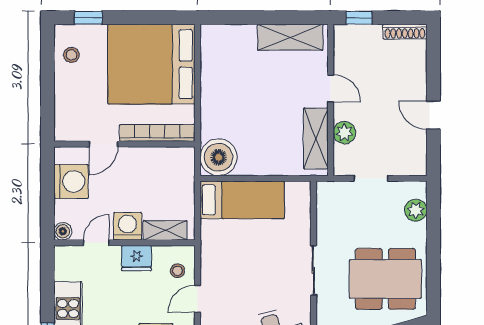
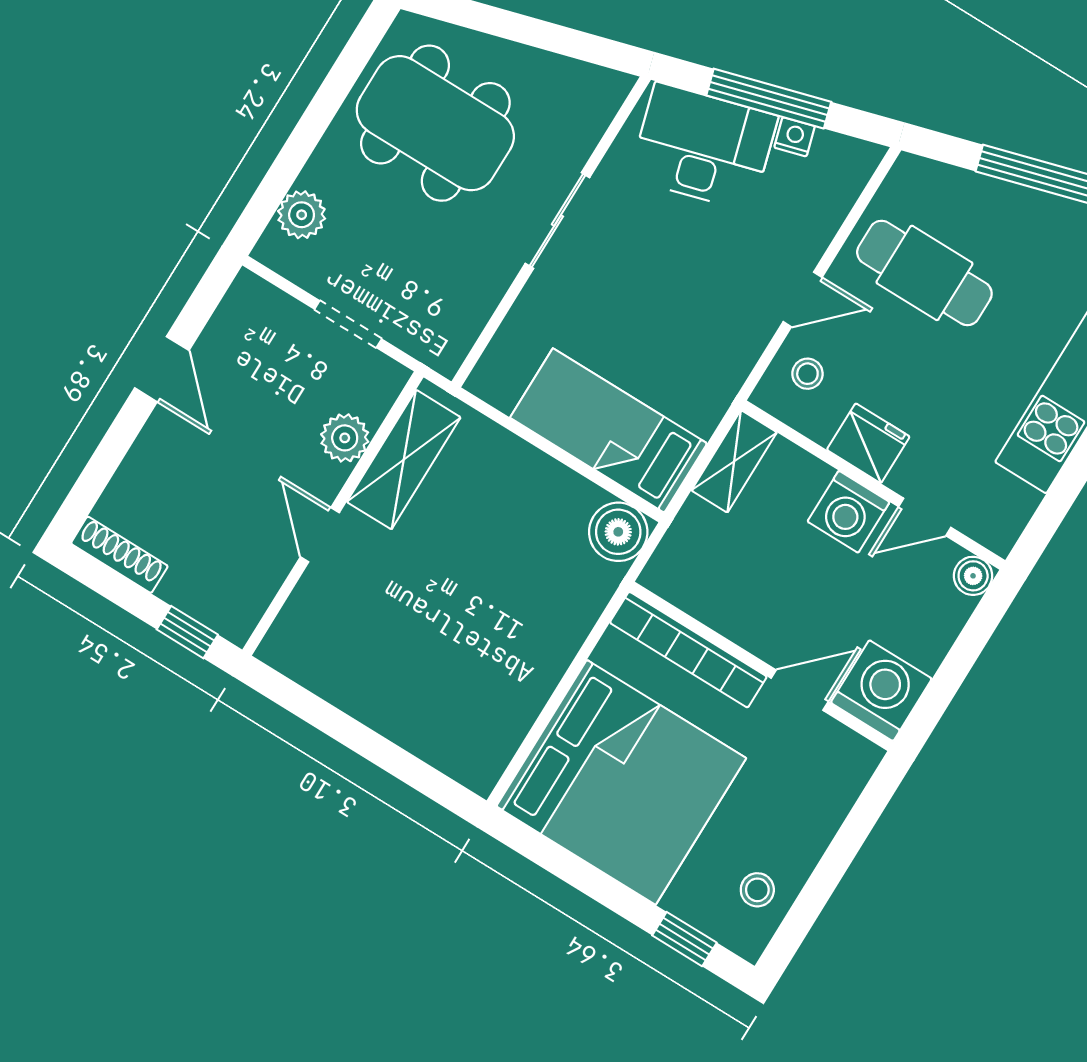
shelving: (290, 37) -> (336, 674), removed
boiler: (219, 157) -> (618, 532), width x0.73, depth x0.73
washing machine: (71, 181) -> (881, 691), moved, turned 90
shelving: (165, 230) -> (734, 461), moved, turned 90

